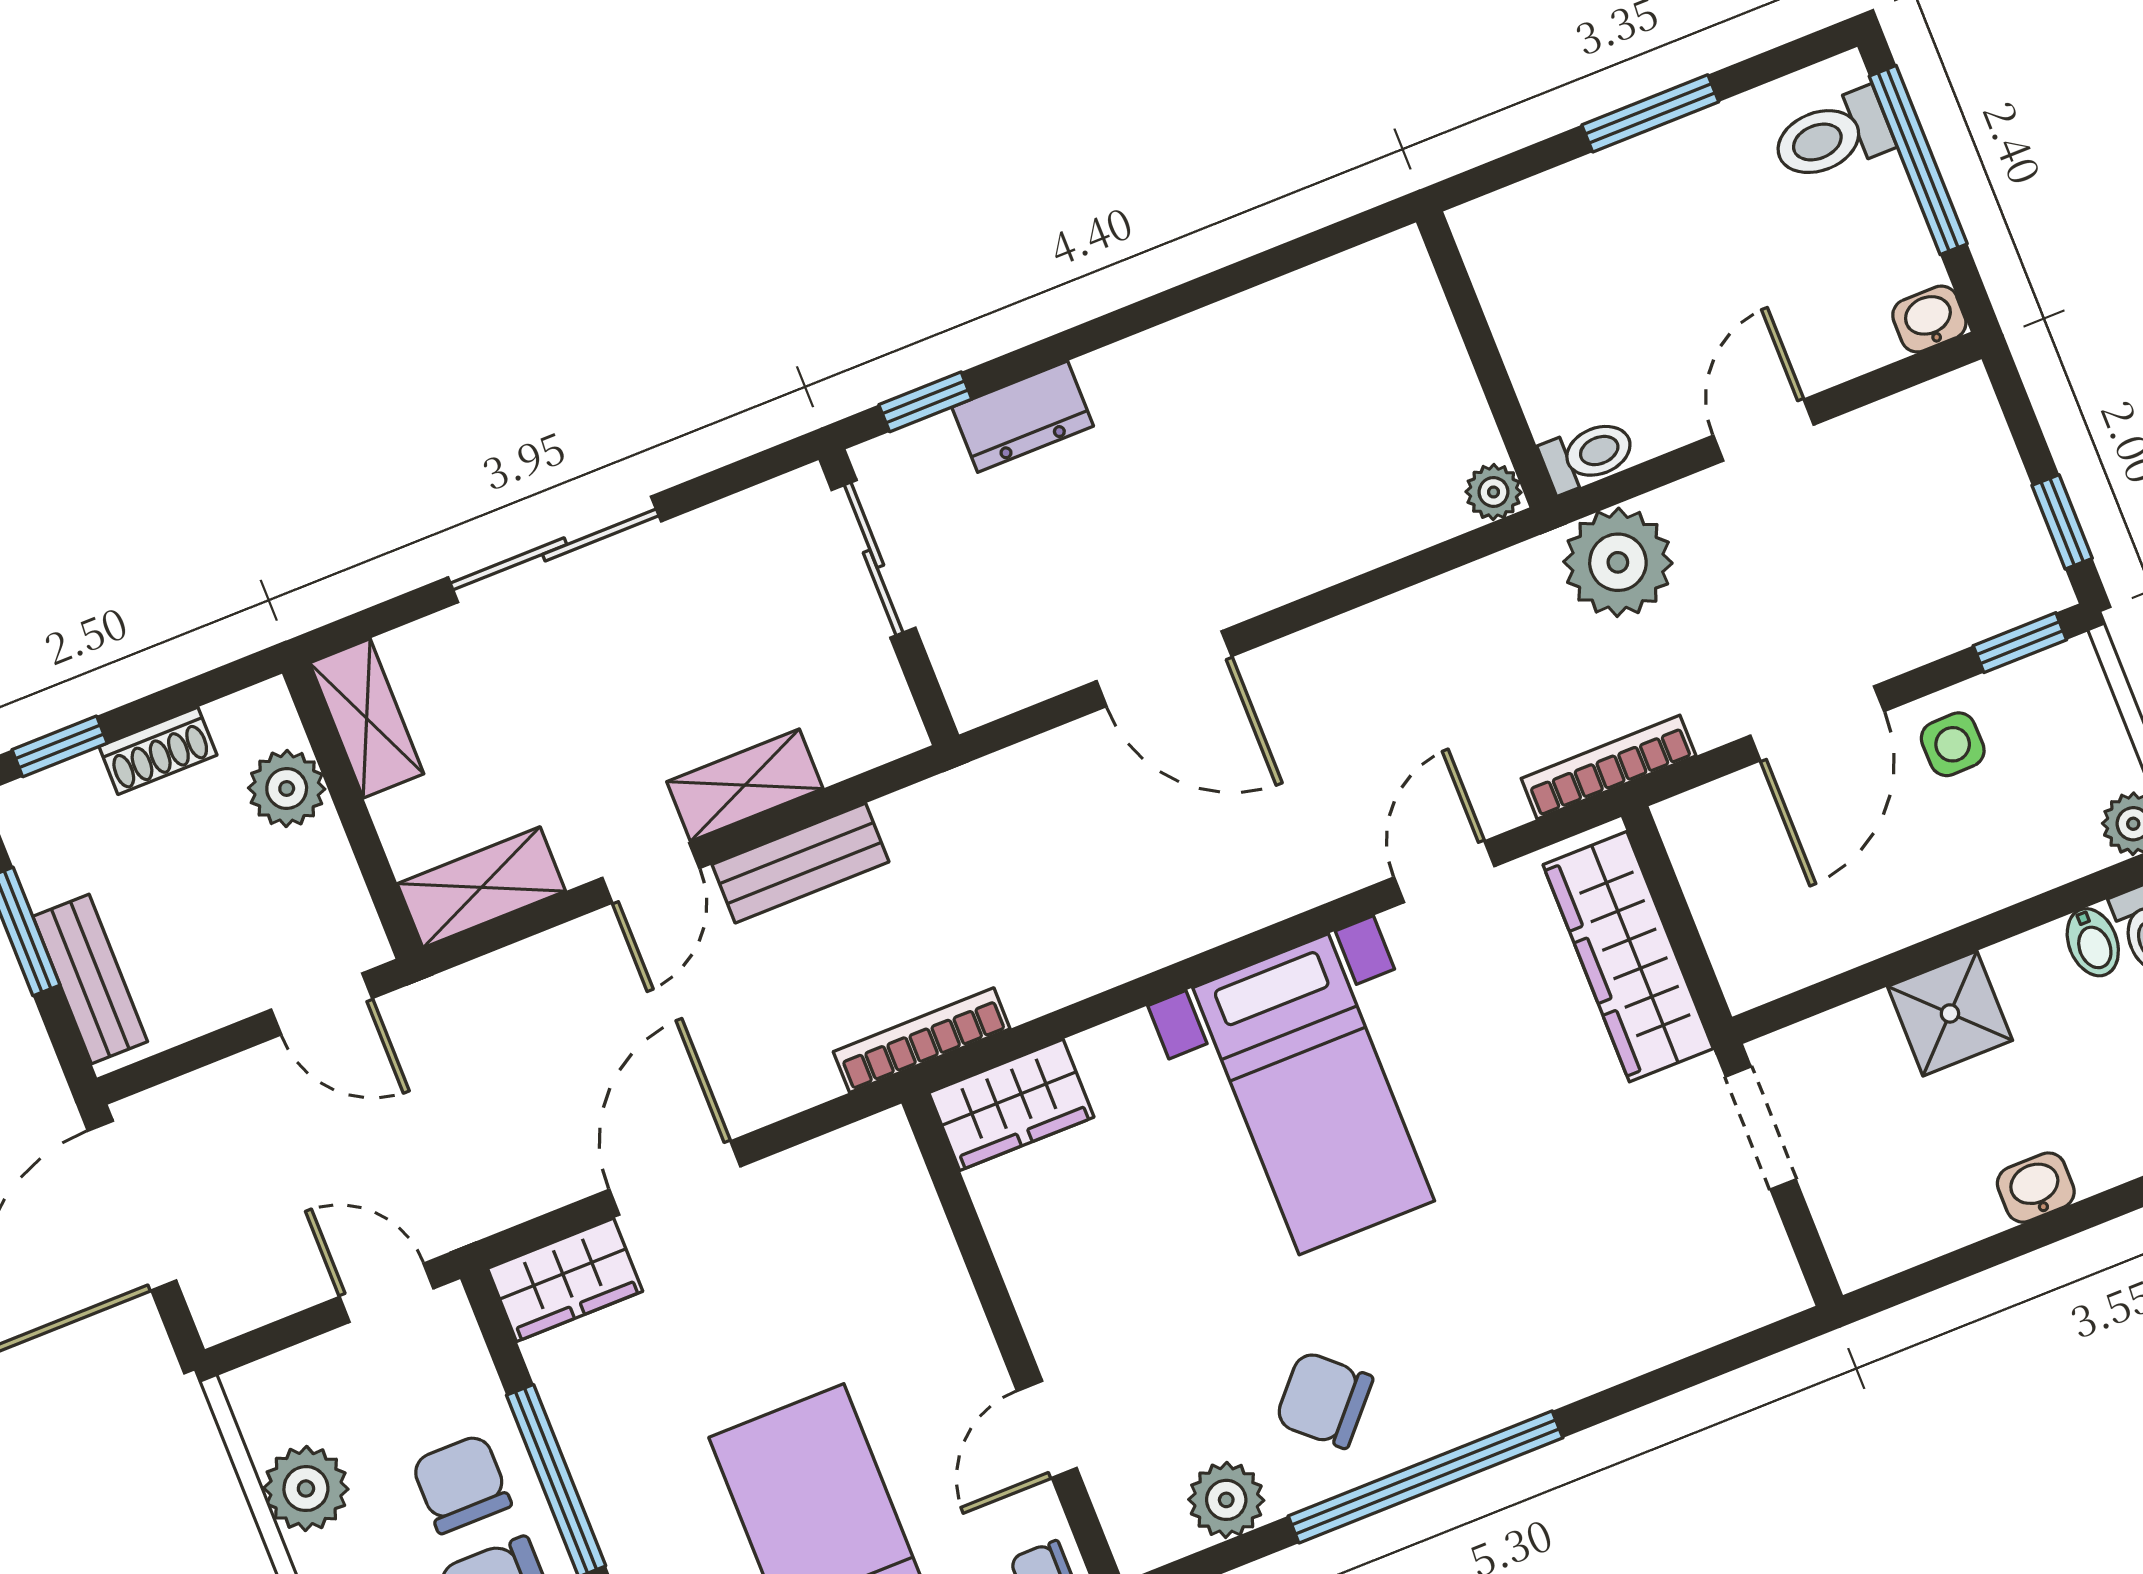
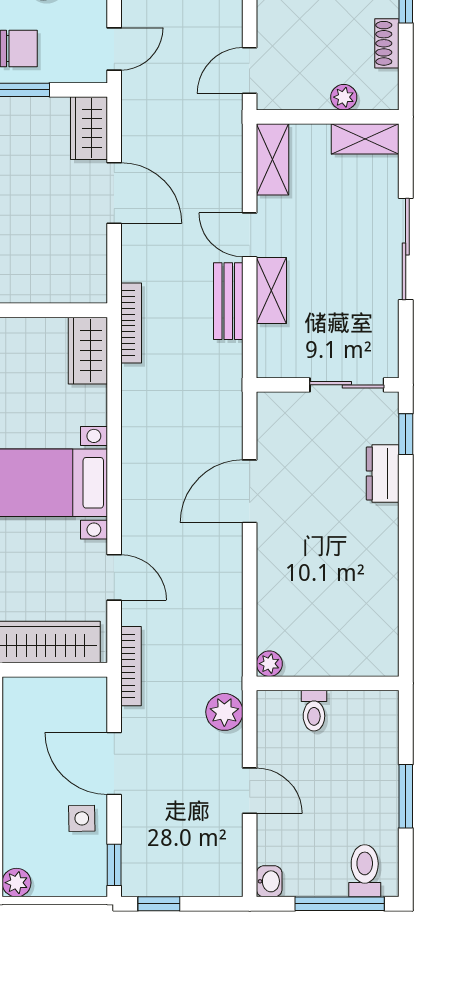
toilet: (1588, 455) -> (314, 711), moved
plant: (1618, 562) -> (224, 712), width x0.73, depth x0.73
plant: (287, 788) -> (344, 97), width x0.73, depth x0.73

